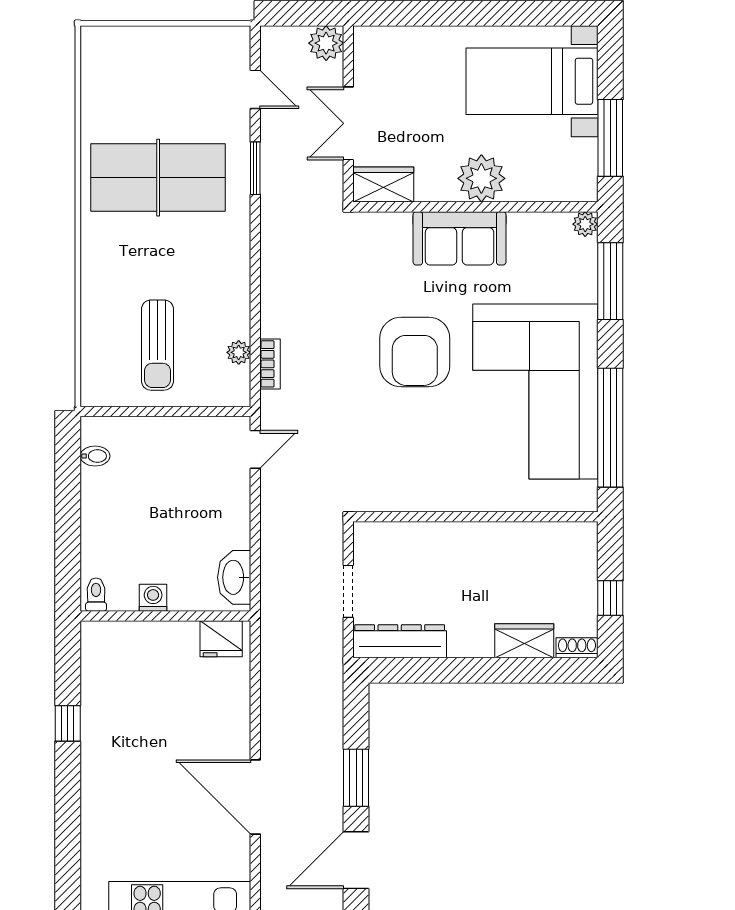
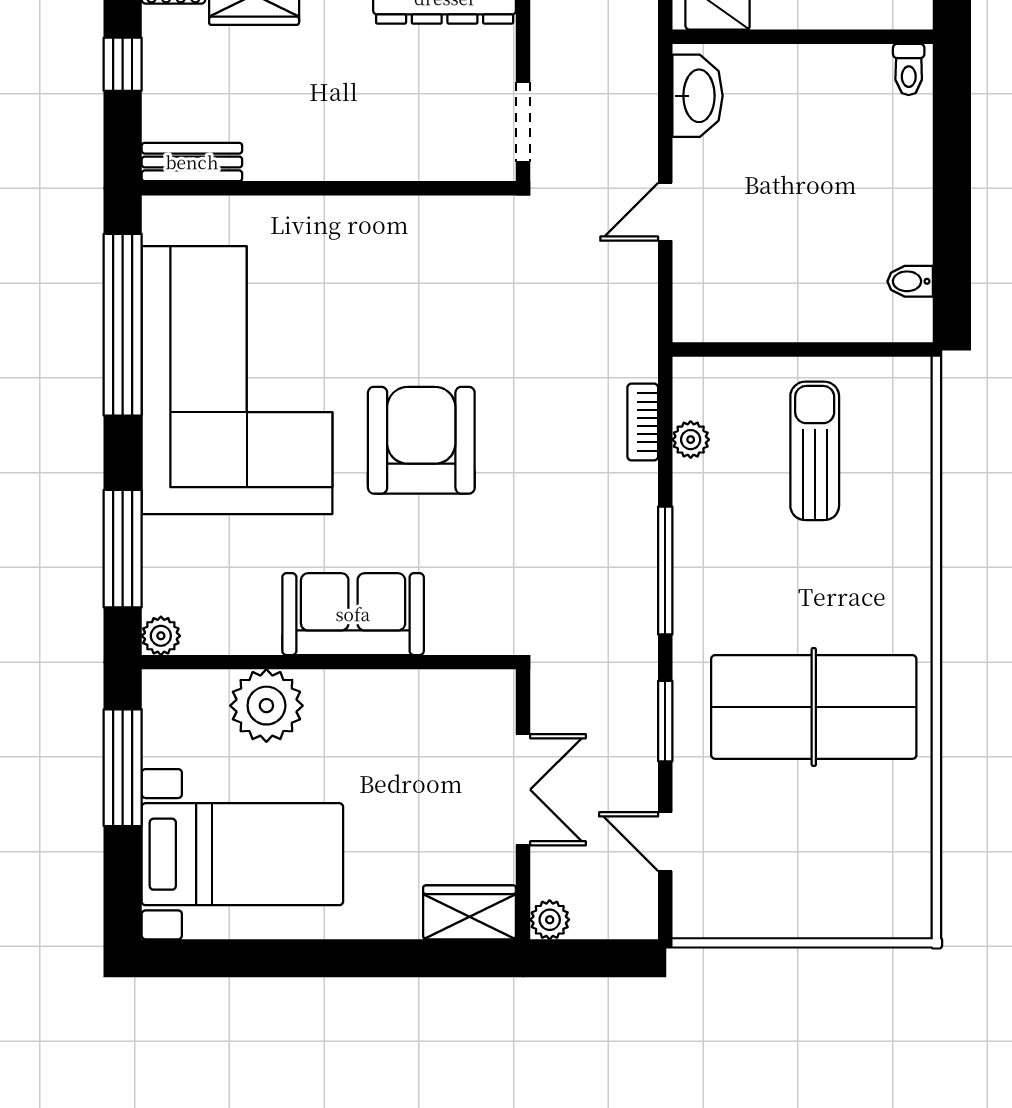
plant: (326, 43) -> (550, 920), width x0.73, depth x0.73
plant: (481, 178) -> (266, 706), moved
wardrobe: (383, 185) -> (469, 912), moved, turned 180
window: (255, 267) -> (665, 571), added
door: (255, 449) -> (665, 212), moved
bench: (565, 534) -> (192, 162), added
doorway: (348, 591) -> (523, 122), moved
washing machine: (153, 598) -> (821, 65), removed

